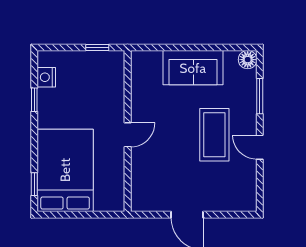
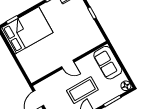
wall: (128, 131) -> (70, 63), moved
door: (128, 135) -> (68, 64), moved

